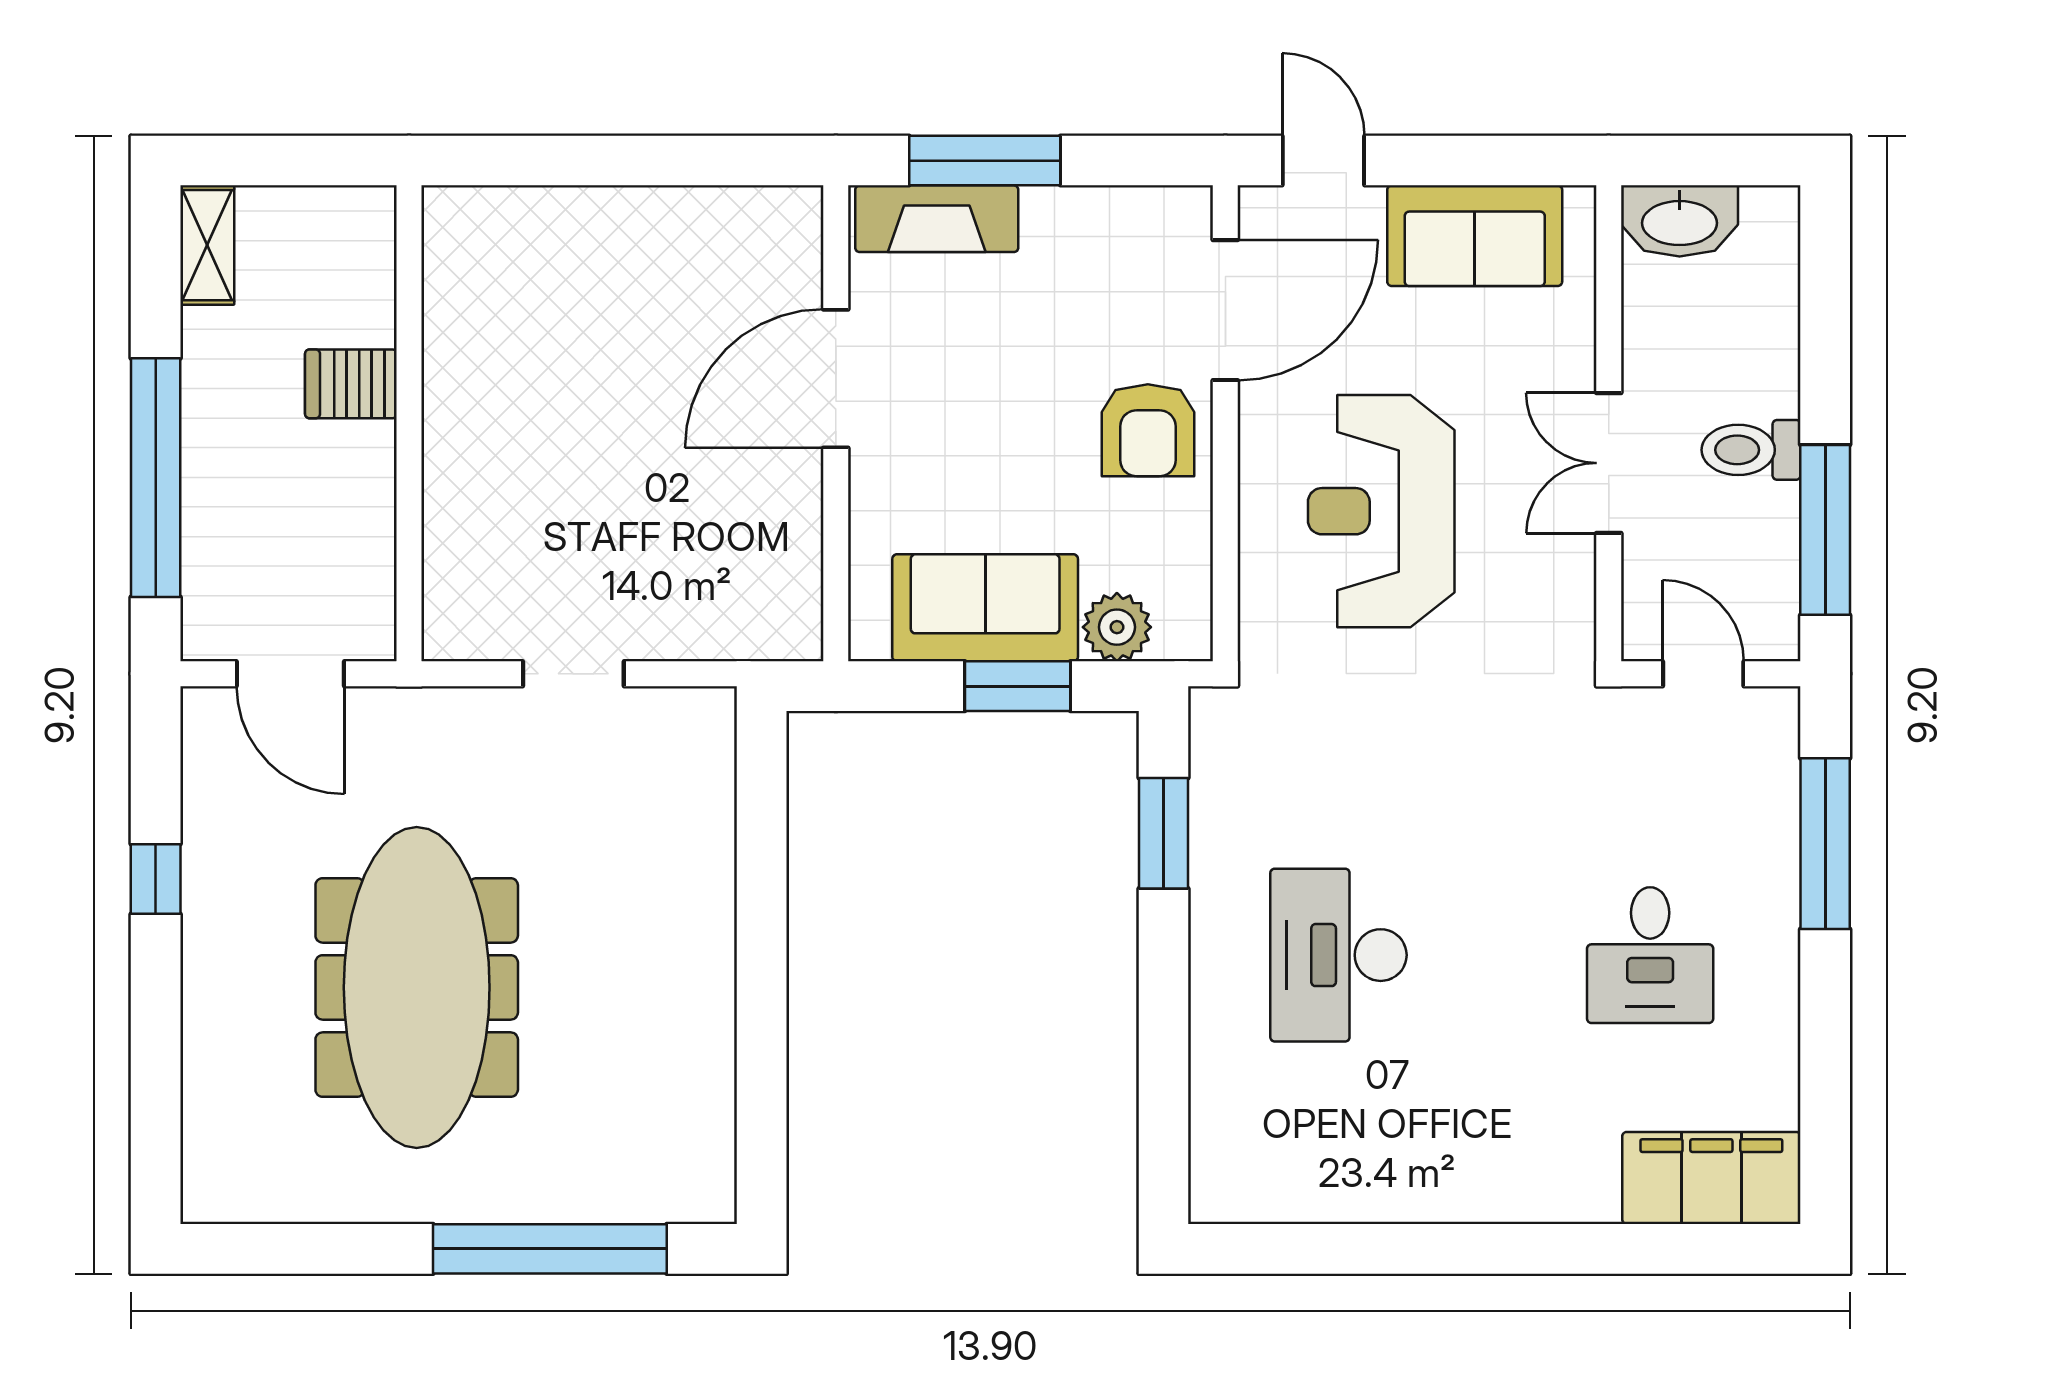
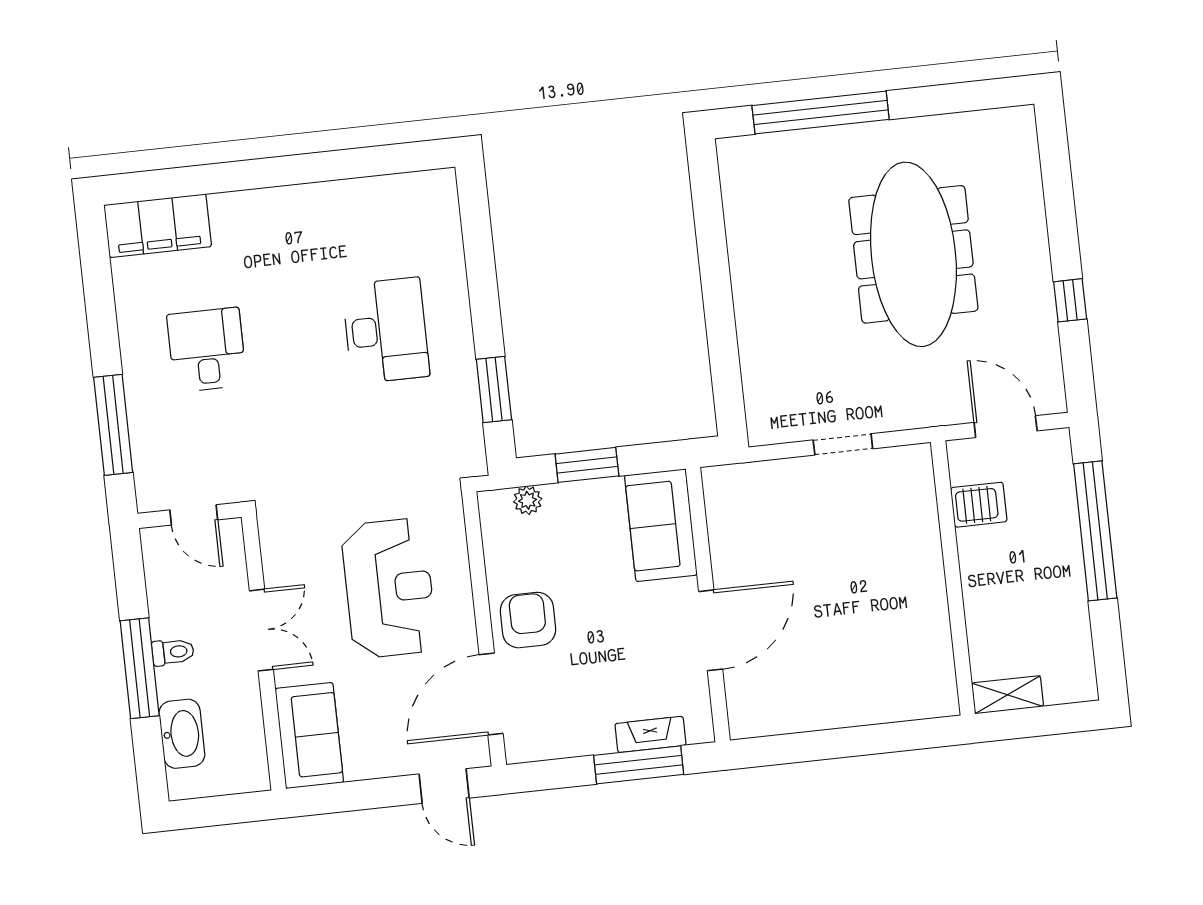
fireplace: (937, 219) -> (650, 734), width x0.73, depth x0.76
washbasin: (1680, 221) -> (182, 734), moved, turned 90
sofa: (1475, 236) -> (309, 736), moved, turned 90
shelving: (207, 245) -> (1008, 695), moved, turned 90
server rack: (351, 384) -> (979, 505), moved
toilet: (1751, 450) -> (173, 652), width x0.73, depth x0.72
window: (1825, 530) -> (140, 668), moved
sofa: (985, 608) -> (661, 525), moved, turned 90
plant: (1117, 627) -> (528, 500), width x0.73, depth x0.73

